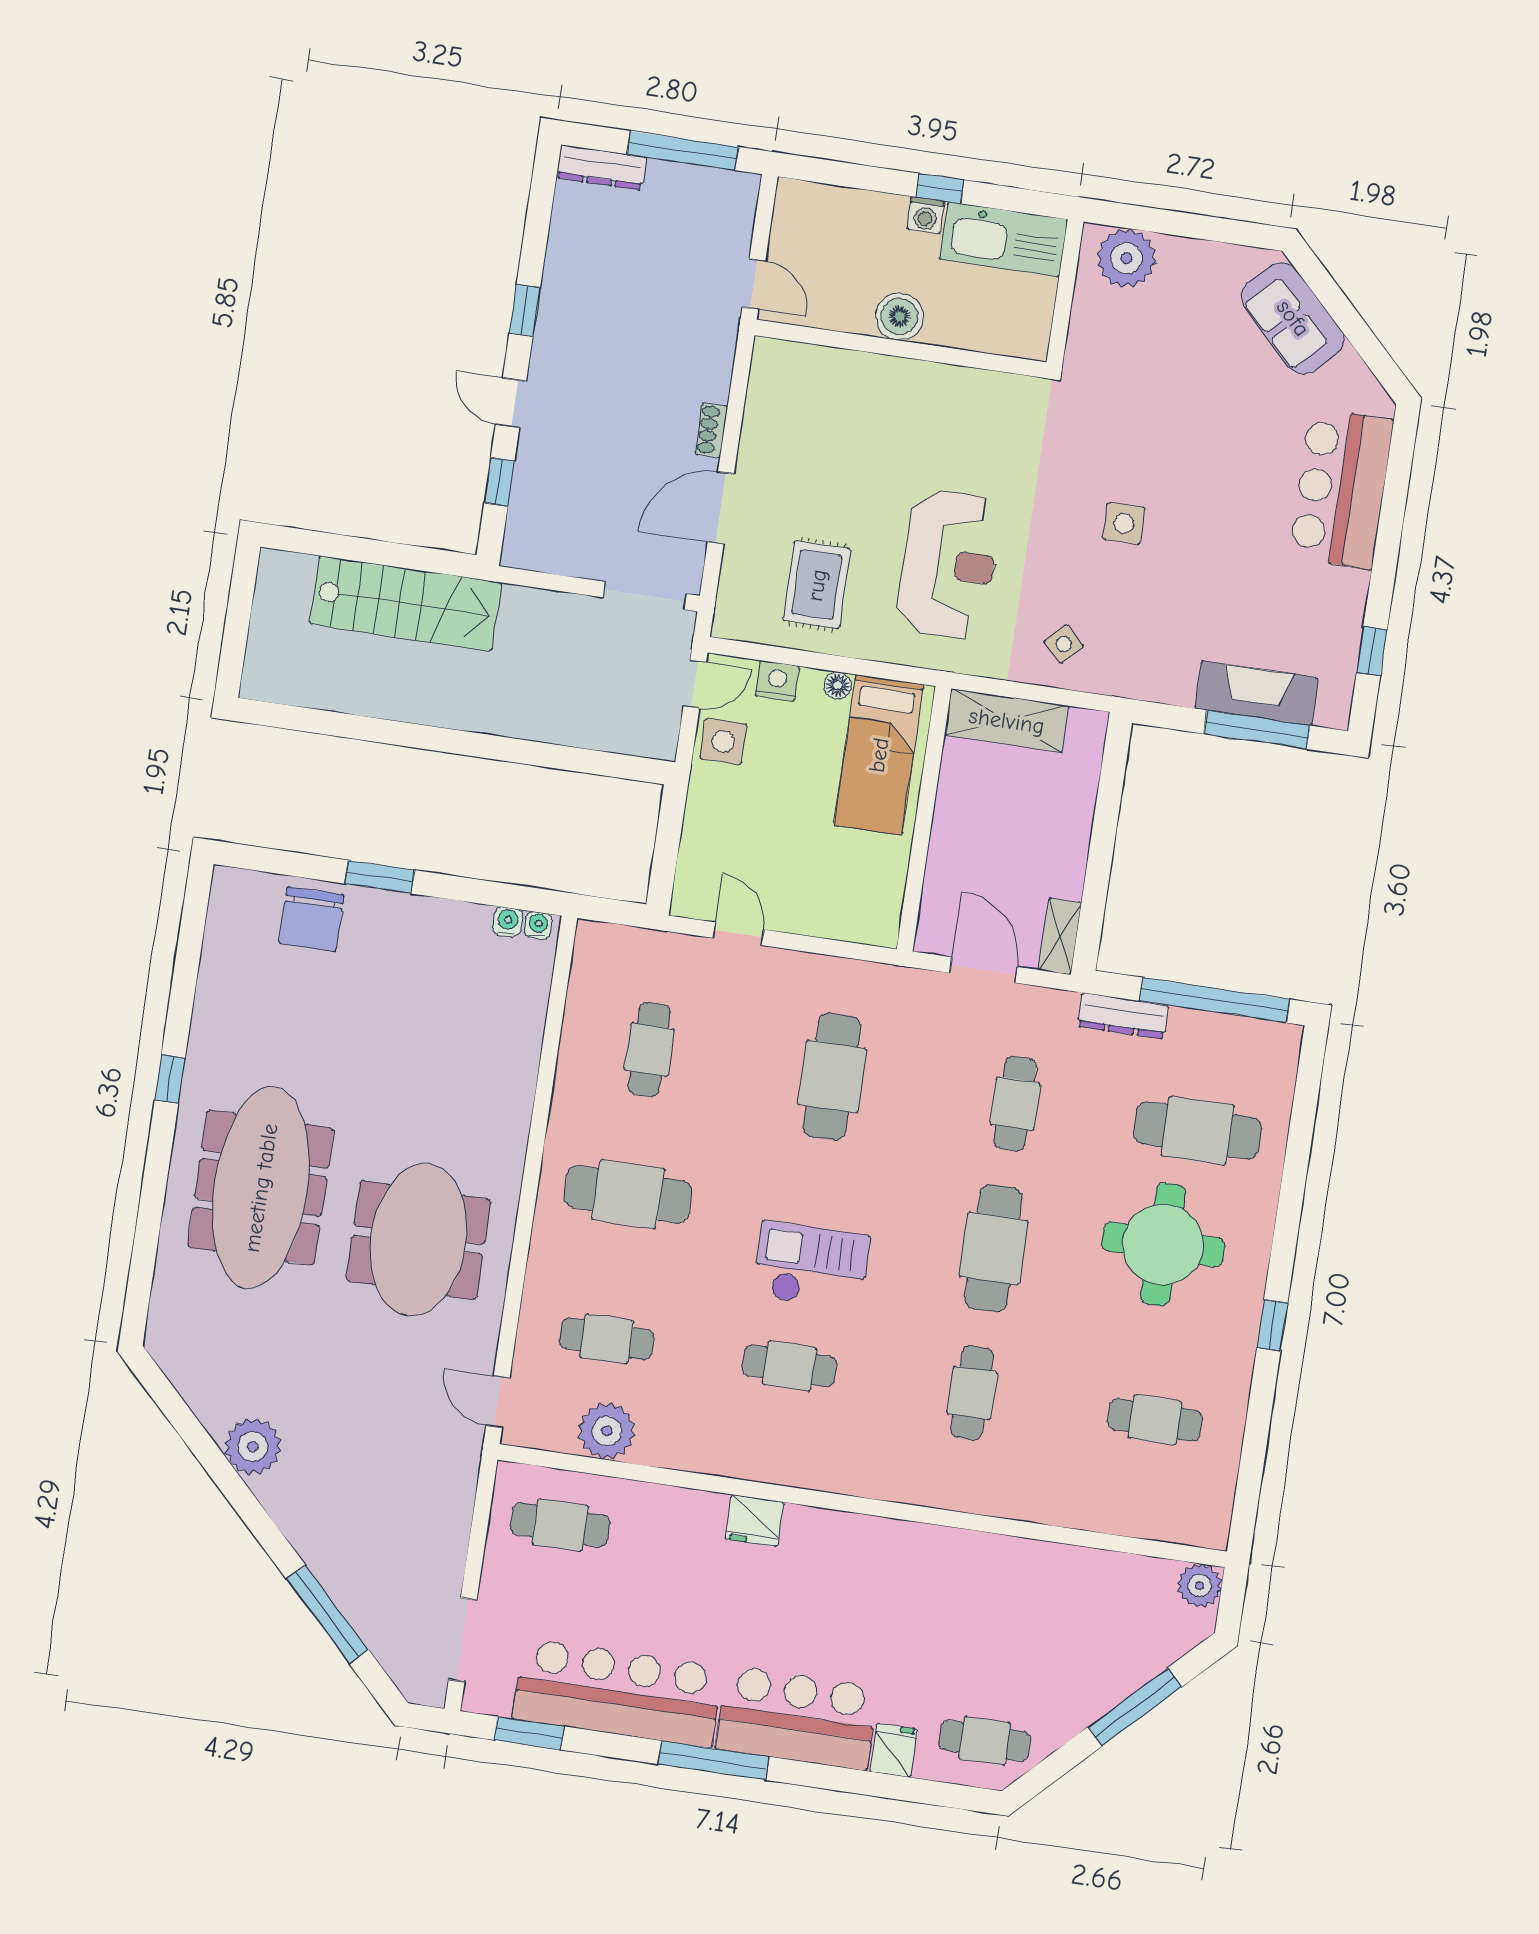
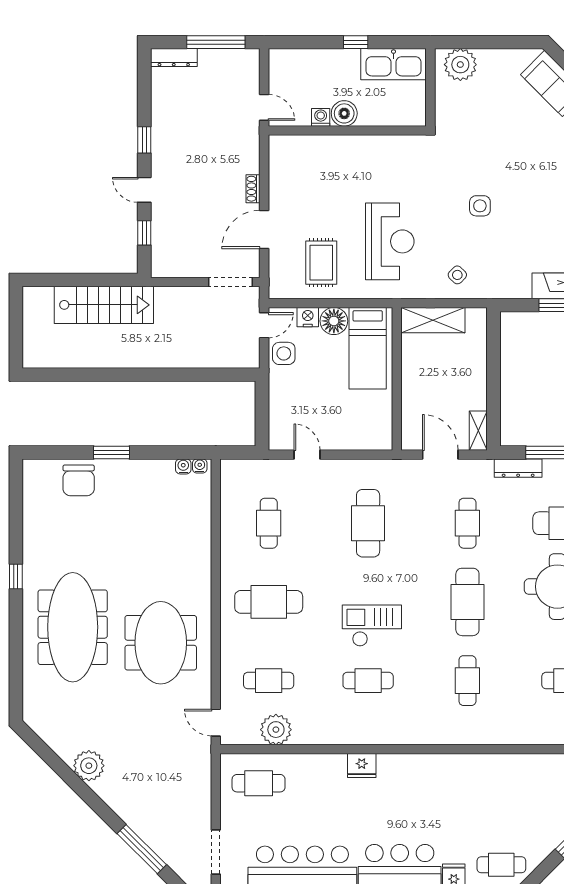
washing machine: (926, 215) -> (321, 117), moved, turned 180
floor lamp: (838, 685) -> (334, 321), width x1.89, depth x1.89

